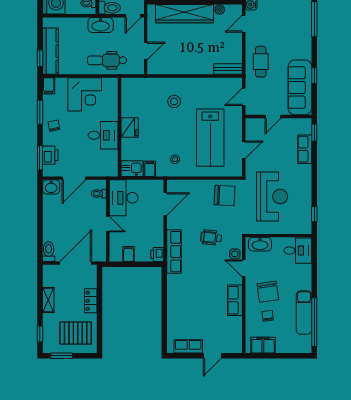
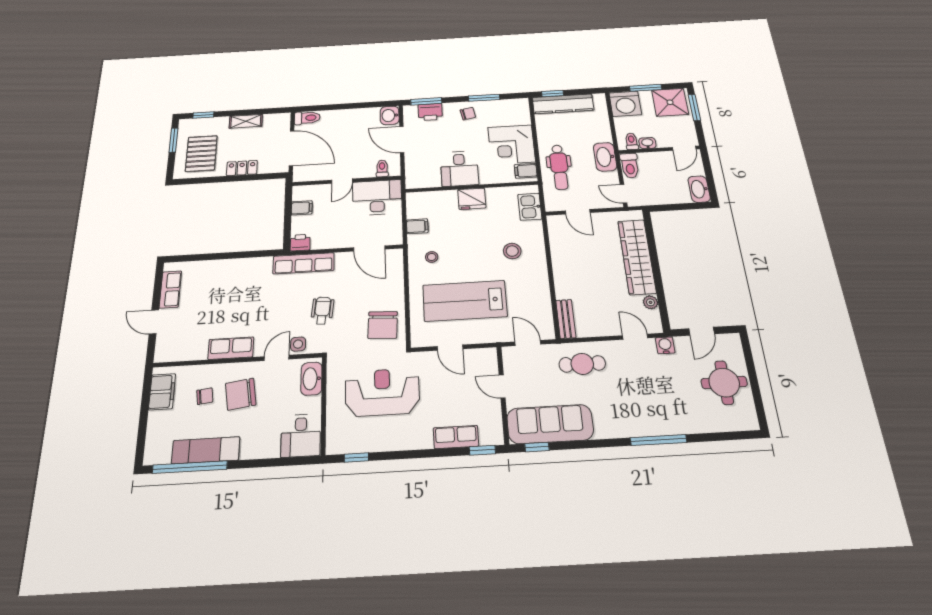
dental chair: (107, 60) -> (559, 167), turned 180
window: (314, 76) -> (537, 447), moved
filing cabinet: (49, 86) -> (526, 171), moved
kitchen sink: (132, 169) -> (530, 207), moved, turned 180
reception desk: (272, 197) -> (382, 392), turned 180

